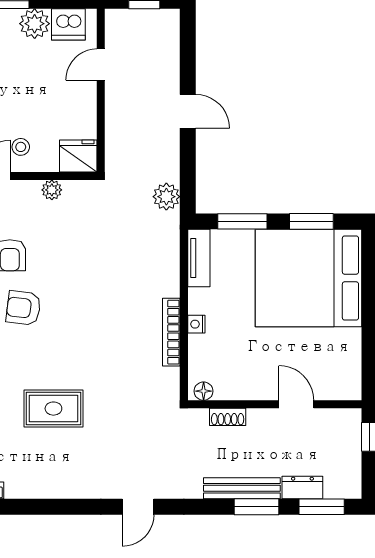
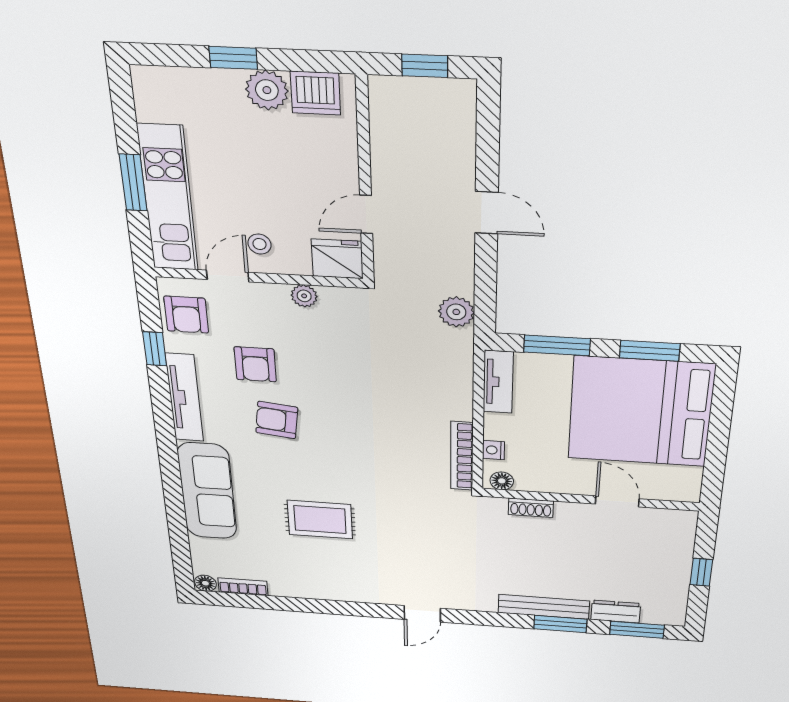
door: (101, 65) -> (366, 214), moved
floor lamp: (204, 391) -> (502, 481), moved
wall: (275, 404) -> (590, 500), moved
door: (296, 404) -> (617, 501), moved
shoe rack: (228, 417) -> (531, 508), moved

